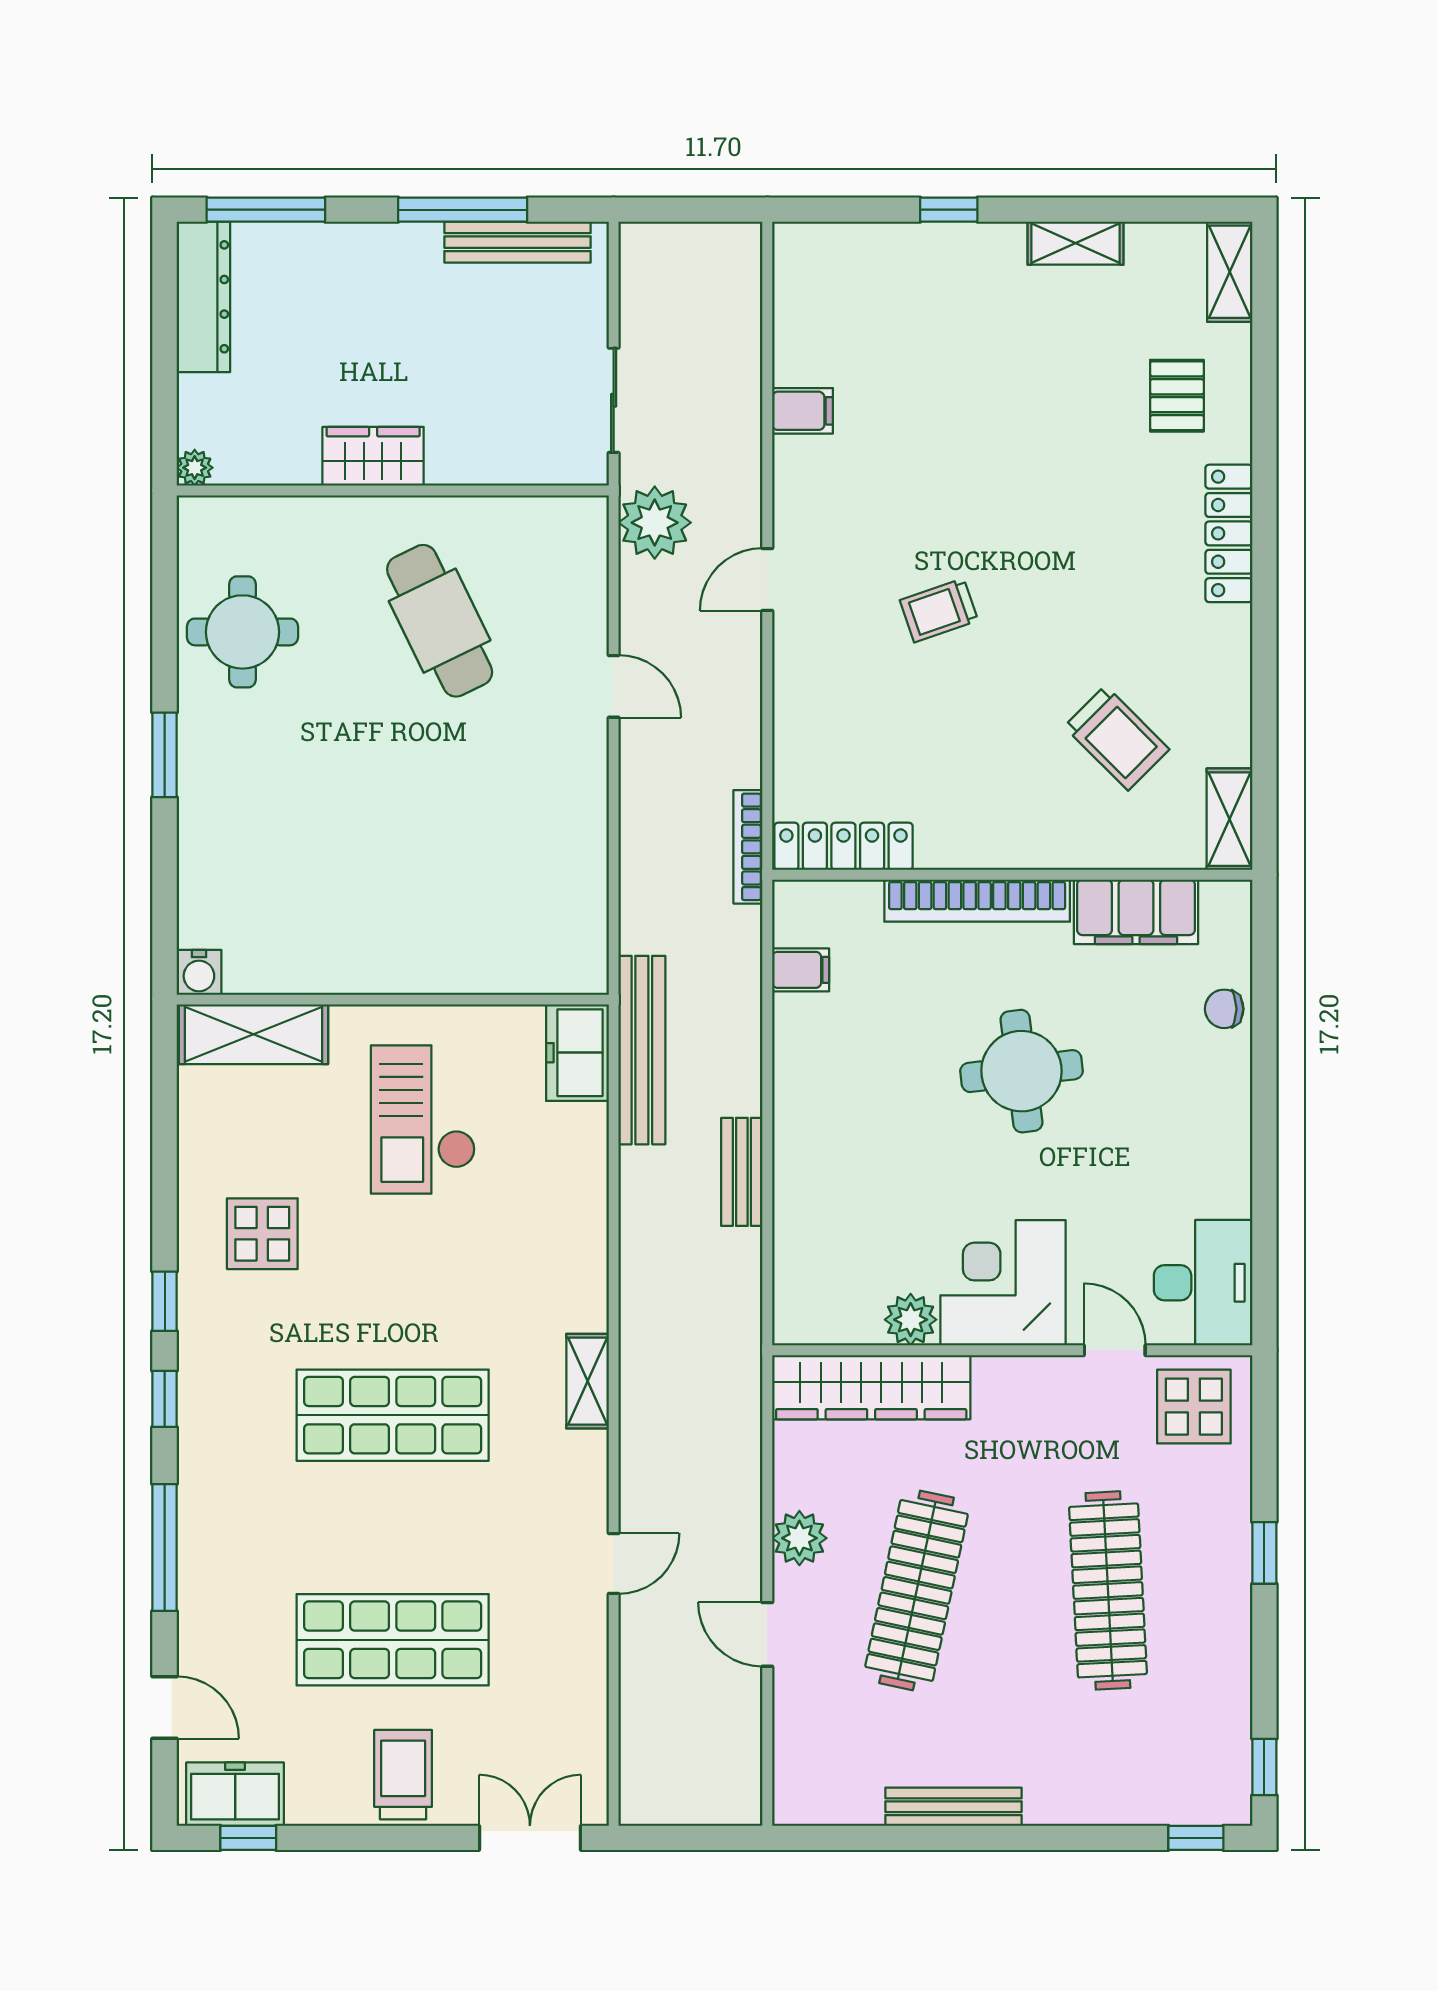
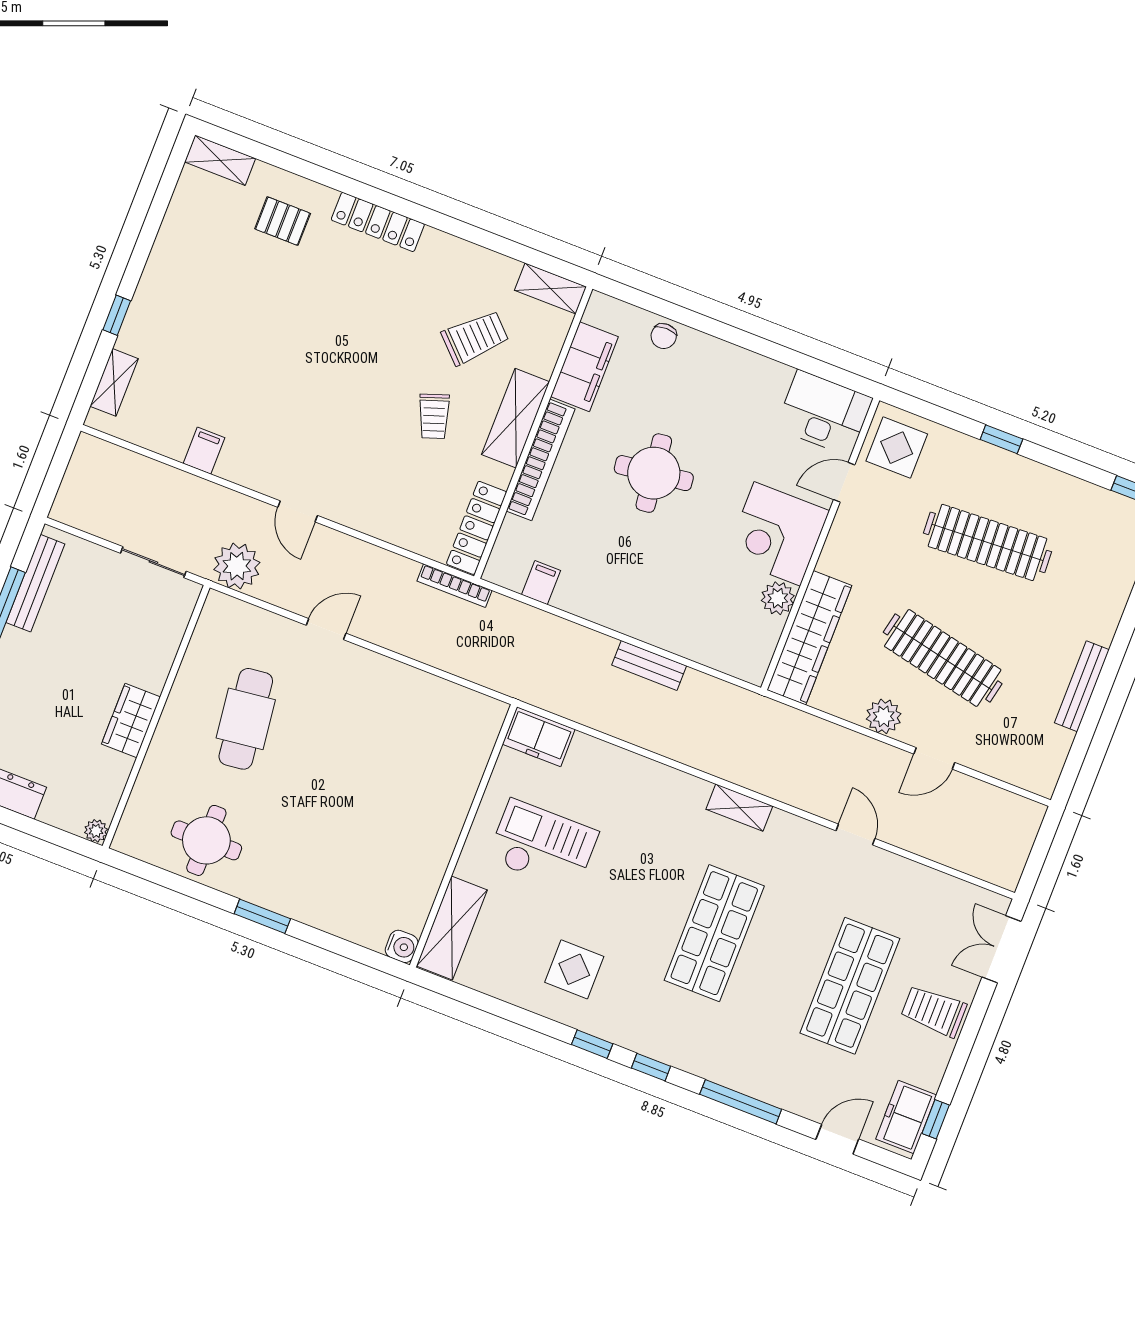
shelving: (1076, 243) -> (114, 382), moved
trolley: (939, 610) -> (434, 416), moved
cafe table: (440, 621) -> (246, 719), turned -71
shelving: (1023, 841) -> (516, 418), added
bench: (642, 1050) -> (552, 697), removed
checkout: (423, 1119) -> (543, 846), turned 180

